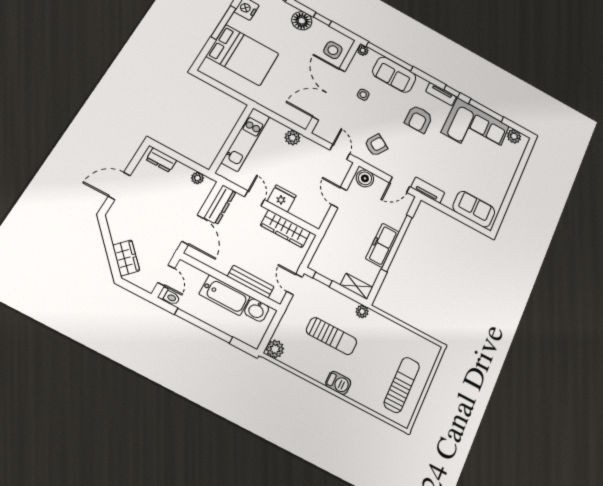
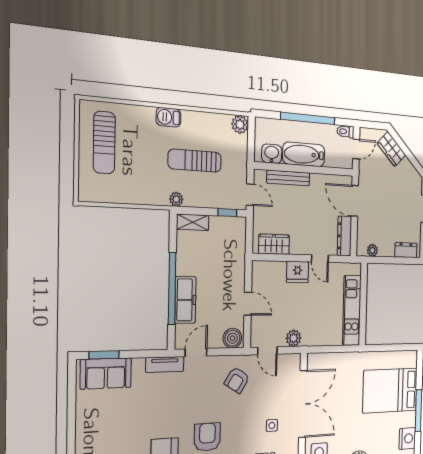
plant: (292, 138) -> (294, 338), moved
window: (470, 223) -> (104, 355), added
wardrobe: (285, 229) -> (274, 244), width x0.67
freezer: (382, 245) -> (185, 300), moved
door: (166, 275) -> (356, 149), swing flipped

